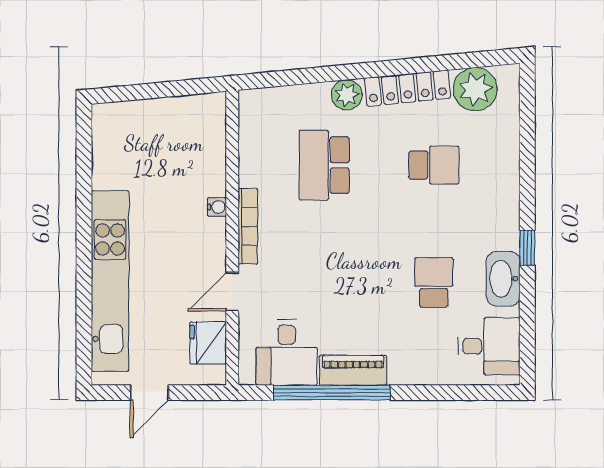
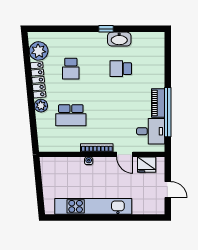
school desk: (434, 165) -> (71, 69), turned 180
kitchen unit: (110, 281) -> (93, 206), moved
desk: (489, 346) -> (148, 45), removed

